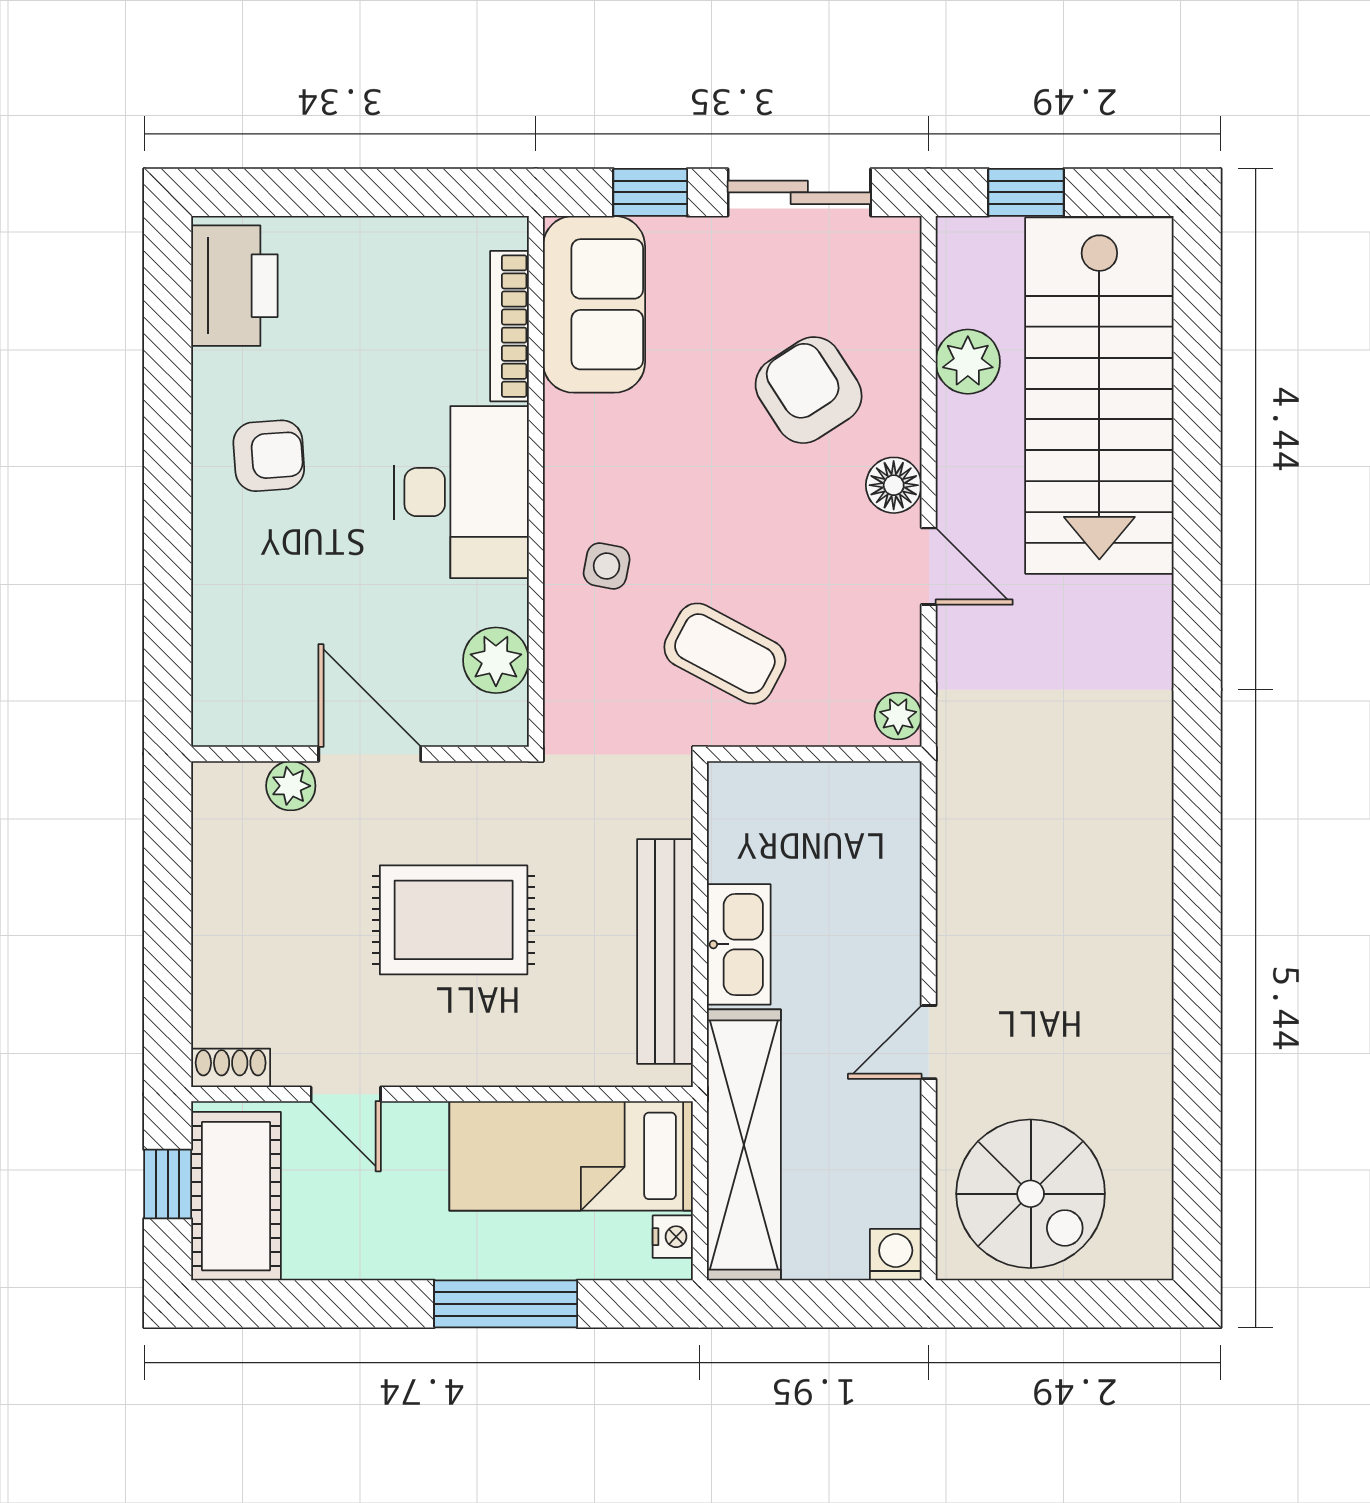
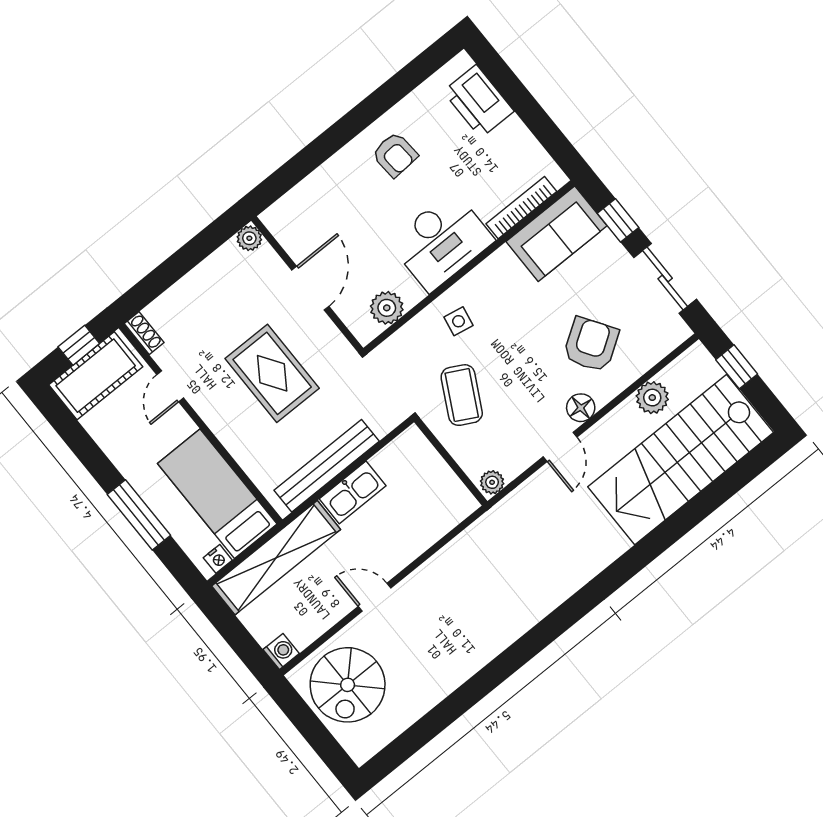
printer: (234, 286) -> (479, 101), moved, turned 90
plant: (291, 786) -> (249, 238), moved

